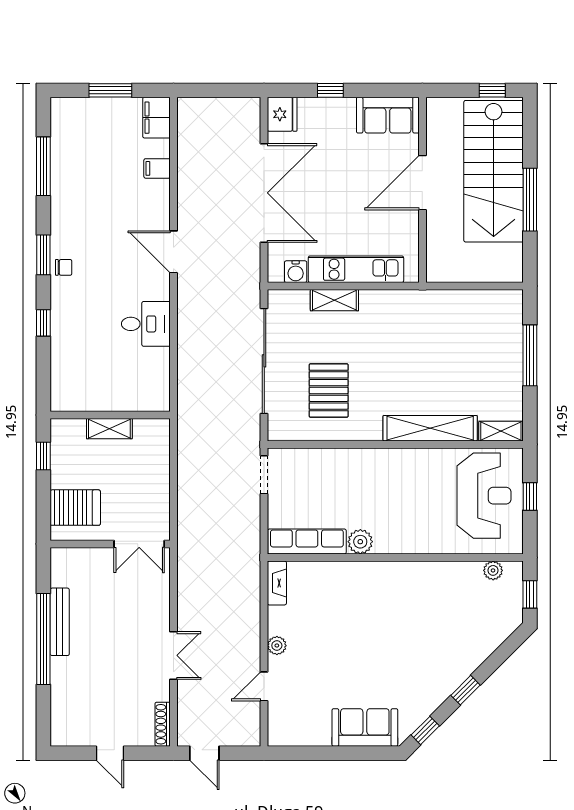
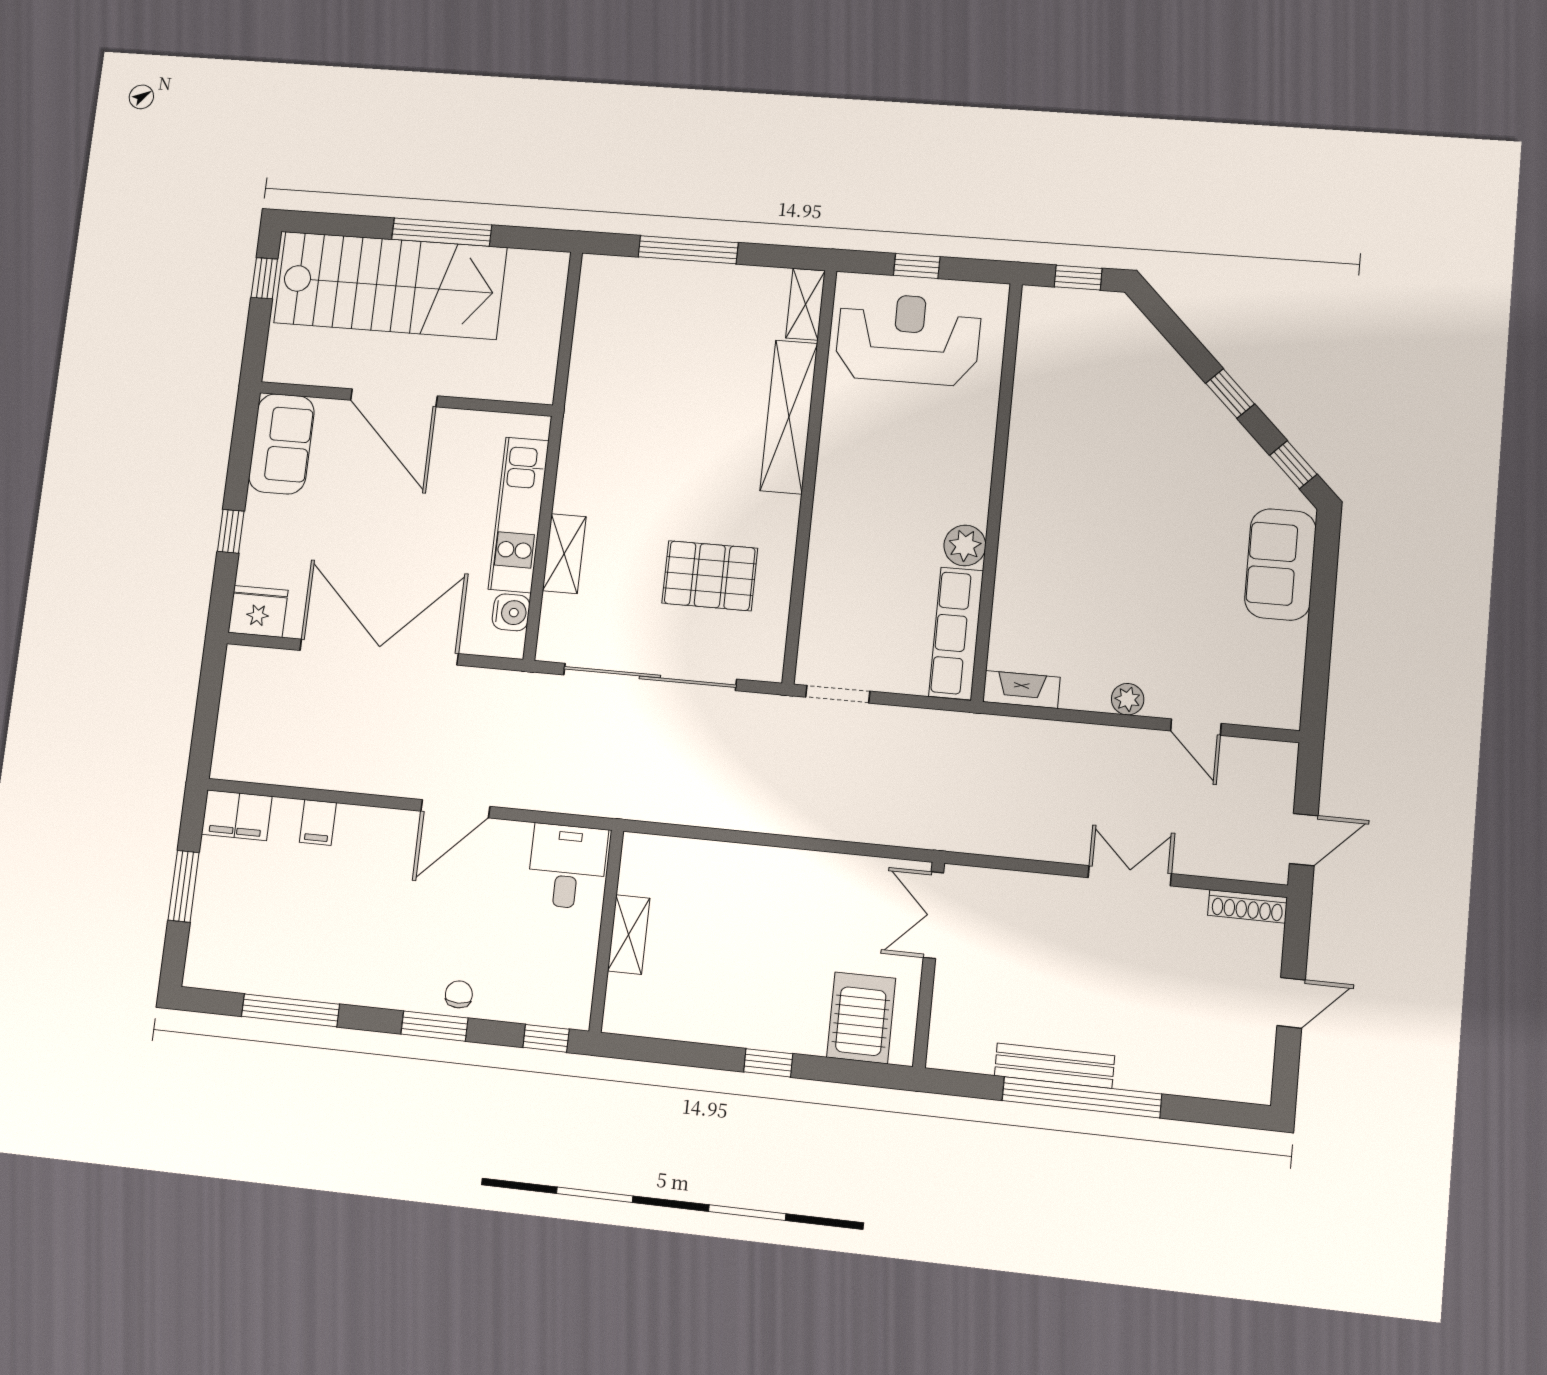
wall: (110, 415) -> (606, 931), moved
shelving: (109, 429) -> (629, 935), moved
double door: (139, 544) -> (933, 915), swing flipped
plant: (493, 570) -> (1033, 334), removed

